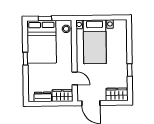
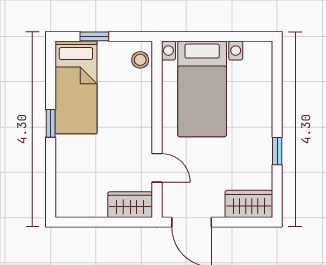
bed: (42, 42) -> (76, 87), width x0.67
dresser: (43, 97) -> (87, 207), removed

